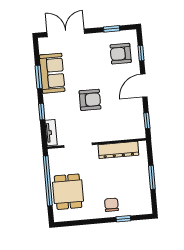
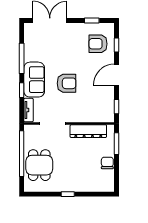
sofa: (52, 73) -> (34, 80), moved
window: (39, 77) -> (22, 58), width x1.44
window: (152, 177) -> (117, 144), moved
chair: (111, 205) -> (107, 163), moved
window: (123, 219) -> (68, 194), moved

